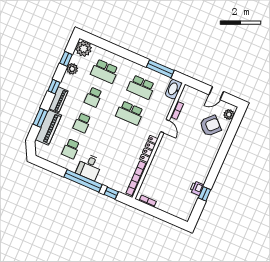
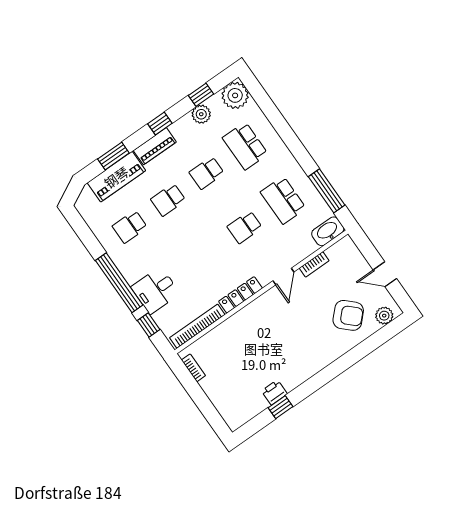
school desk: (130, 113) -> (245, 227), width x0.54
desk: (89, 167) -> (155, 290), moved

